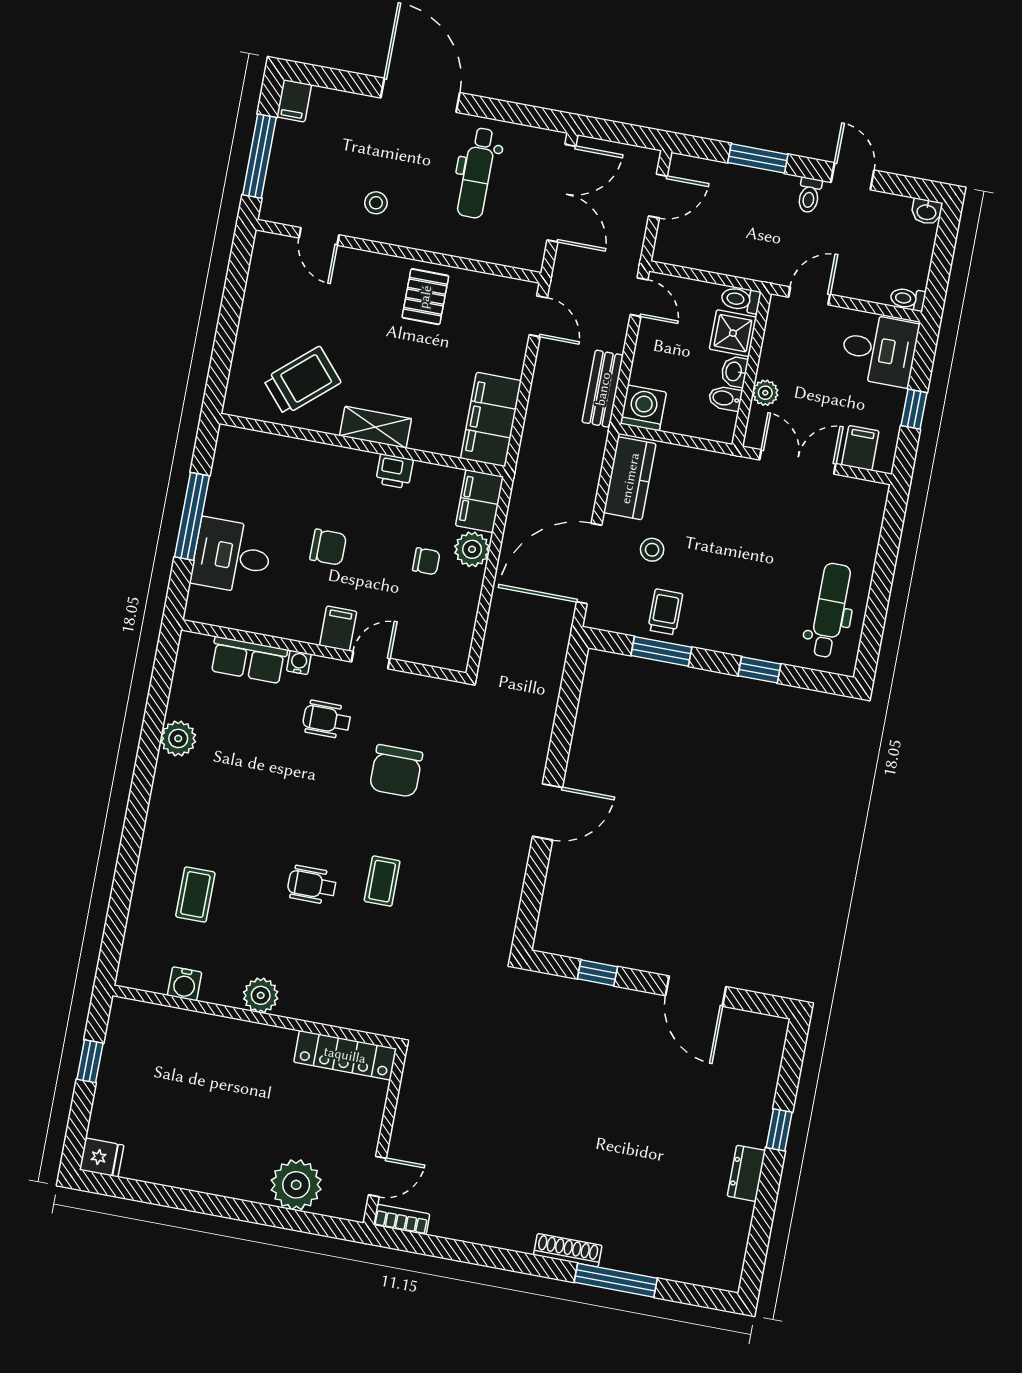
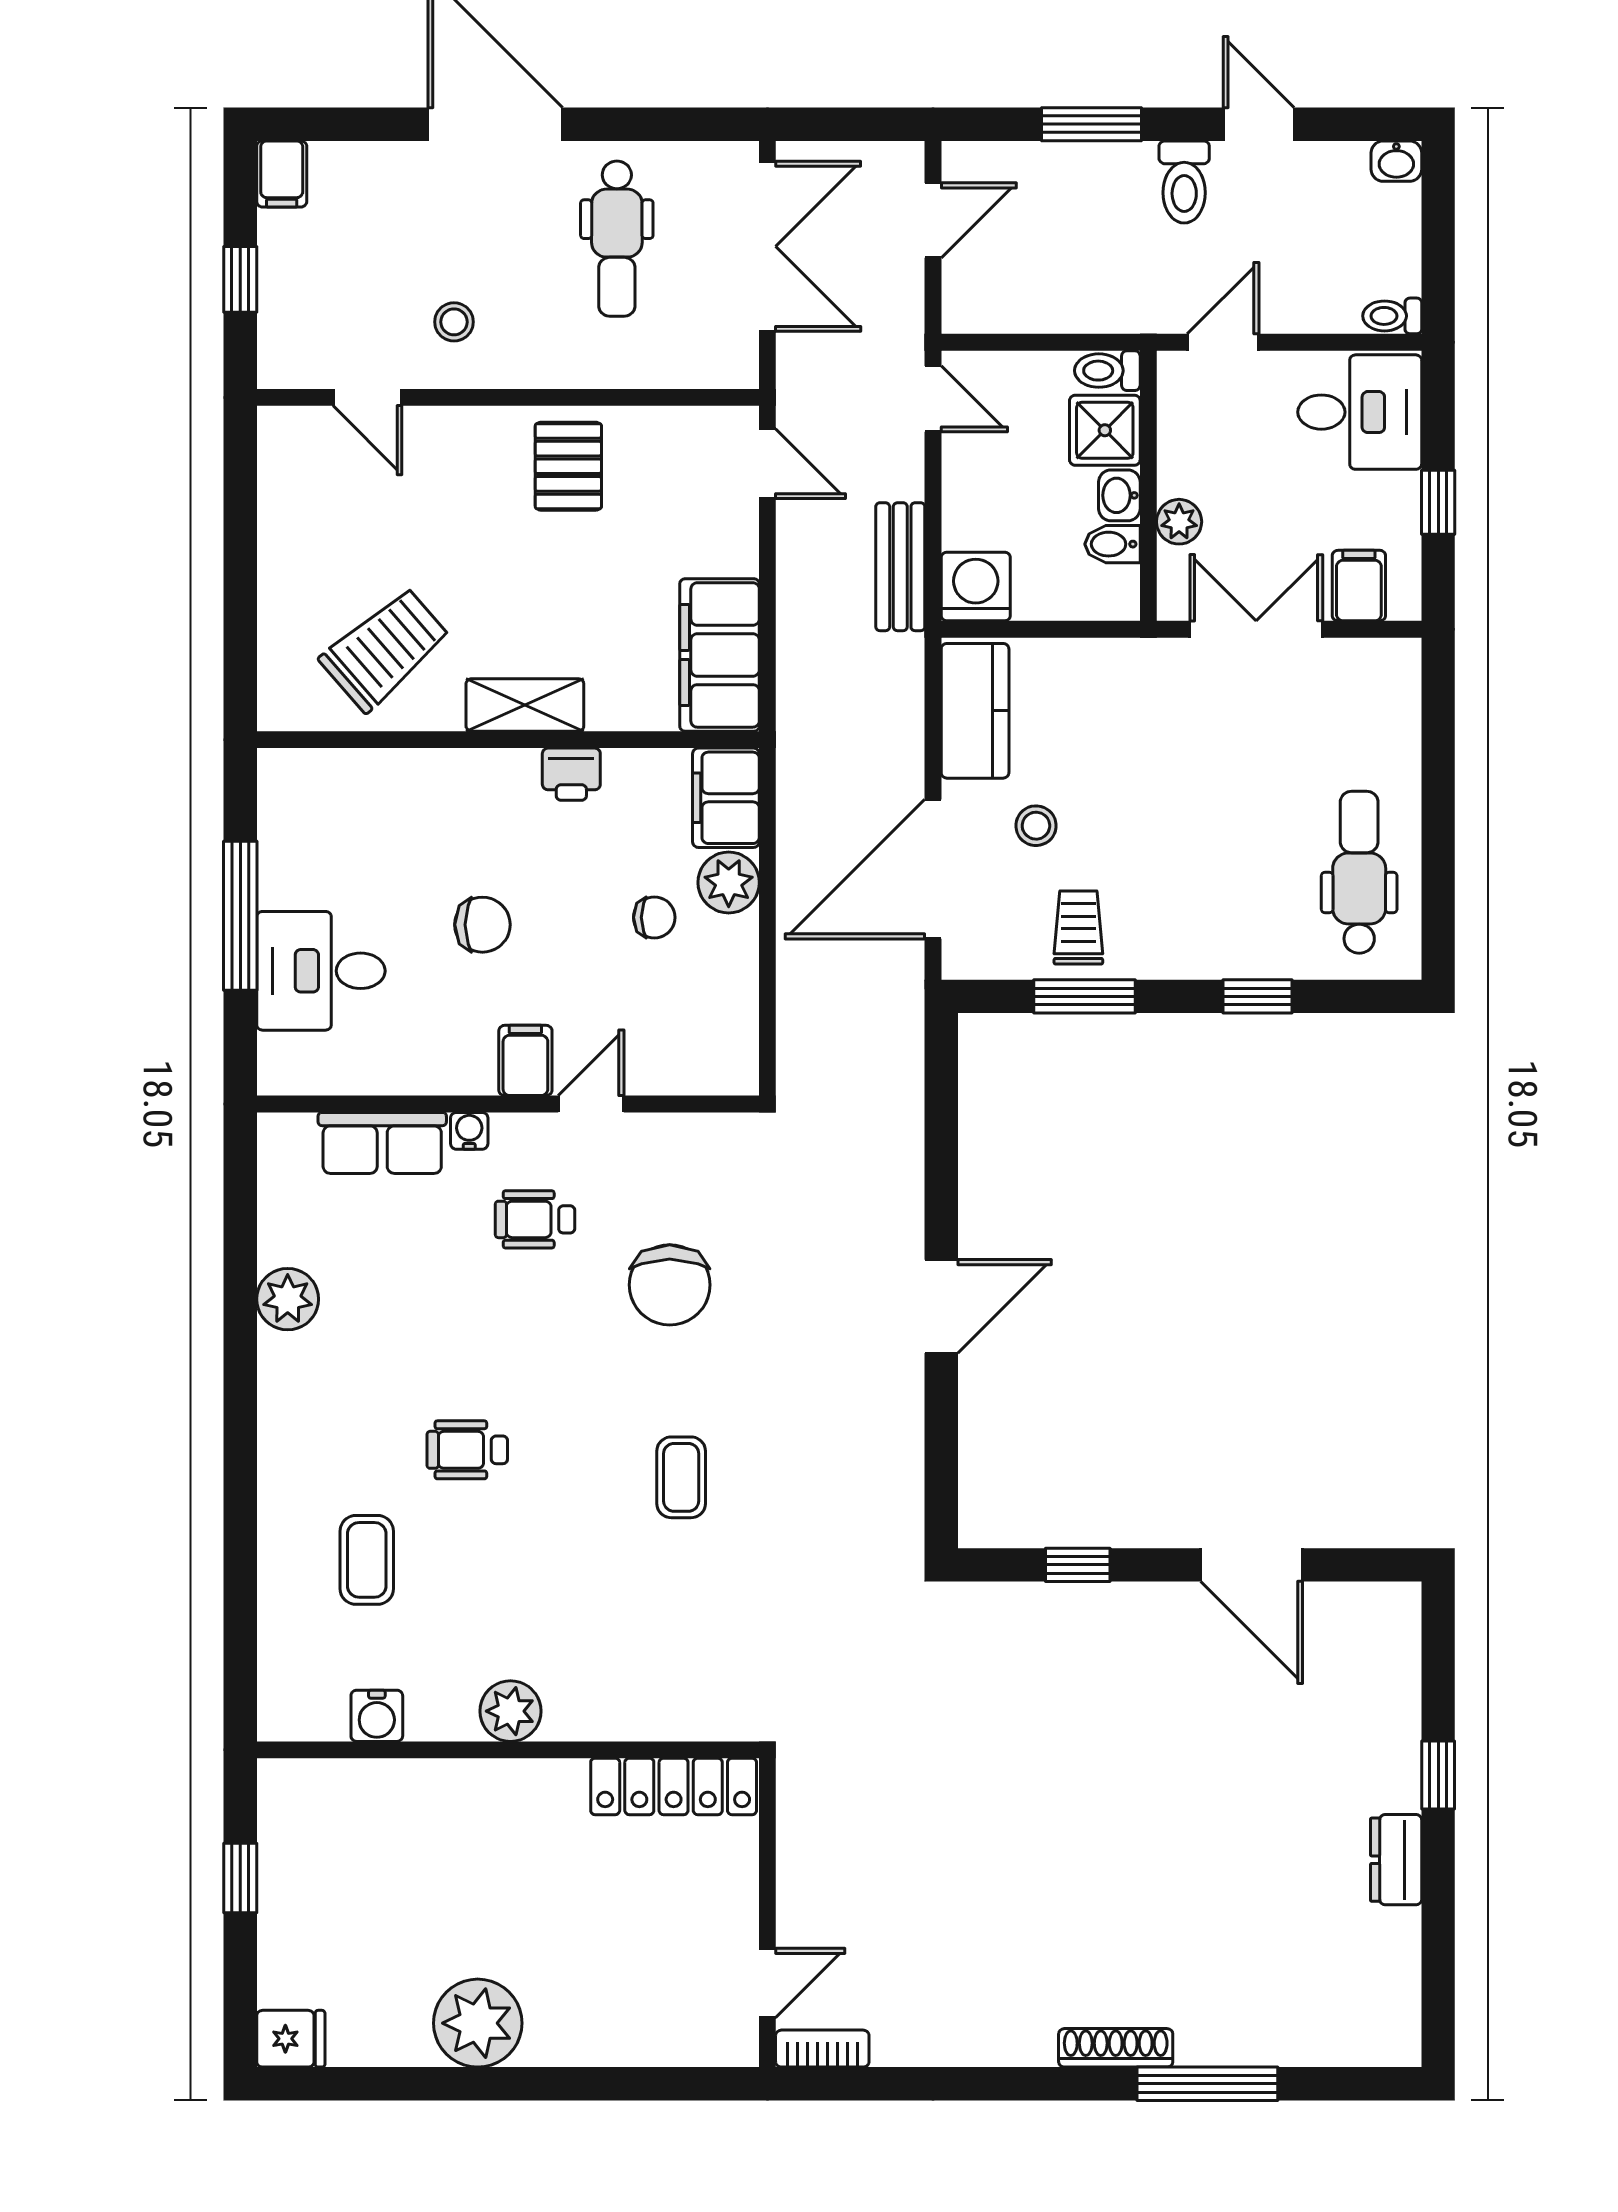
window: (259, 156) -> (240, 279), width x0.46
toilet: (809, 195) -> (1184, 182), width x1.37, depth x1.39
wheelchair: (312, 885) -> (467, 1450), moved
plant: (296, 1185) -> (478, 2023), moved

